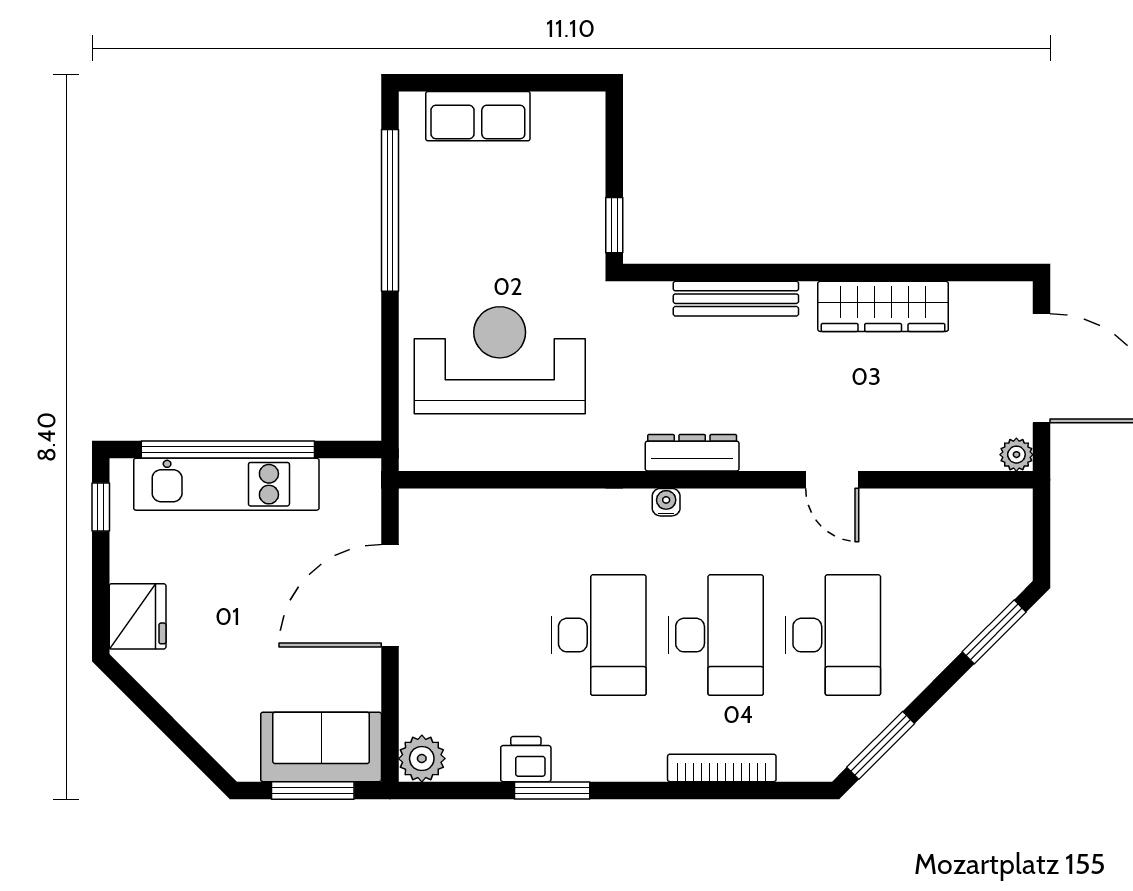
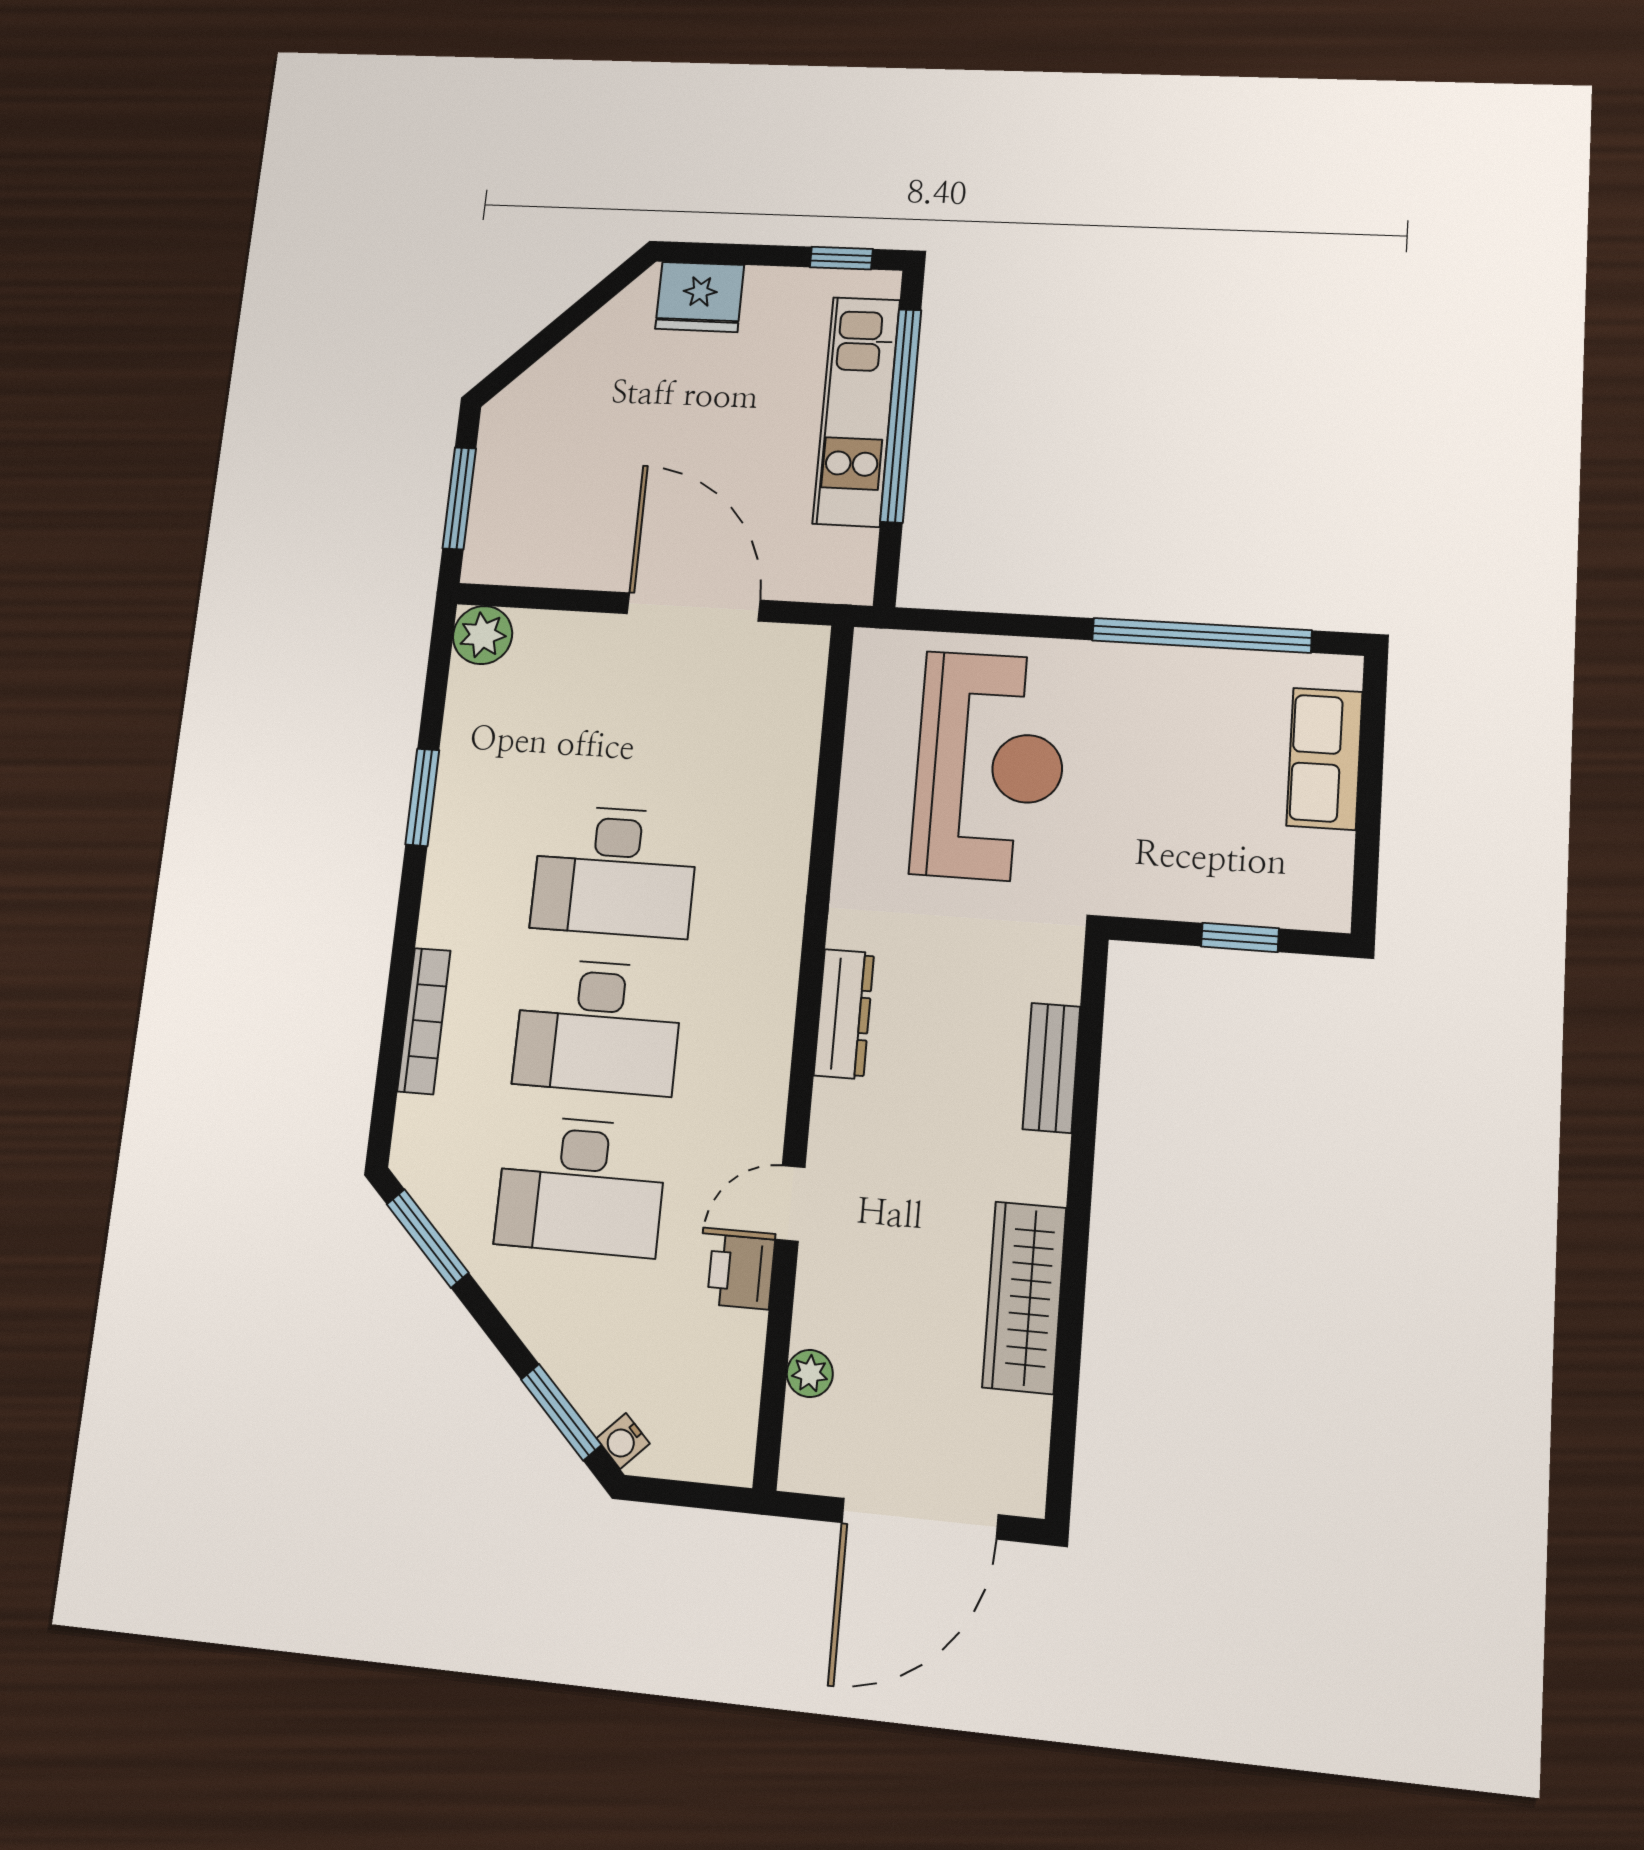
window: (614, 225) -> (1240, 937), moved
bench: (736, 299) -> (1052, 1068), width x0.73
plant: (1016, 455) -> (810, 1373), moved
water cooler: (666, 502) -> (623, 1441), moved, turned 135
sofa: (321, 747) -> (512, 511), removed
printer: (526, 759) -> (741, 1272), moved, turned 180

